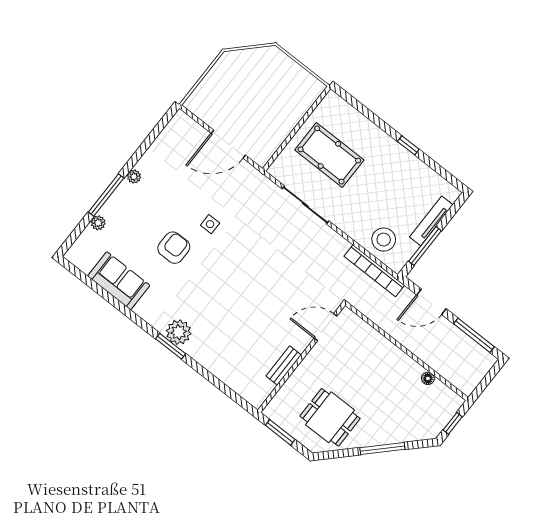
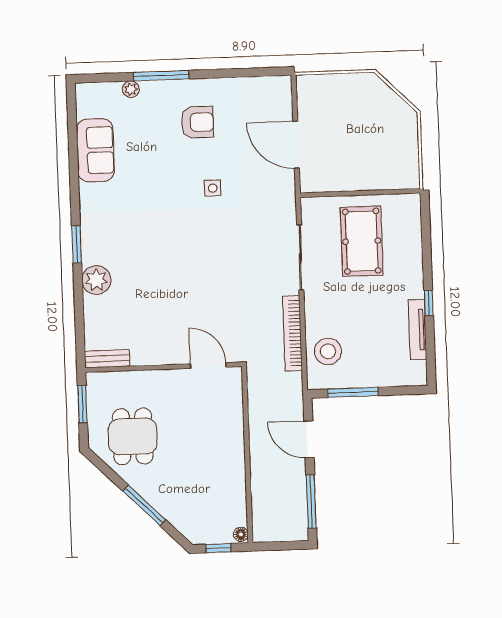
plant: (134, 177) -> (198, 86), removed
tv unit: (431, 221) -> (417, 330), moved, turned -90
armchair: (174, 248) -> (197, 122), moved
bookcase: (374, 271) -> (292, 333), moved
plant: (179, 332) -> (96, 280), moved
bench: (284, 366) -> (107, 359), moved
floor lamp: (428, 378) -> (241, 534), moved

